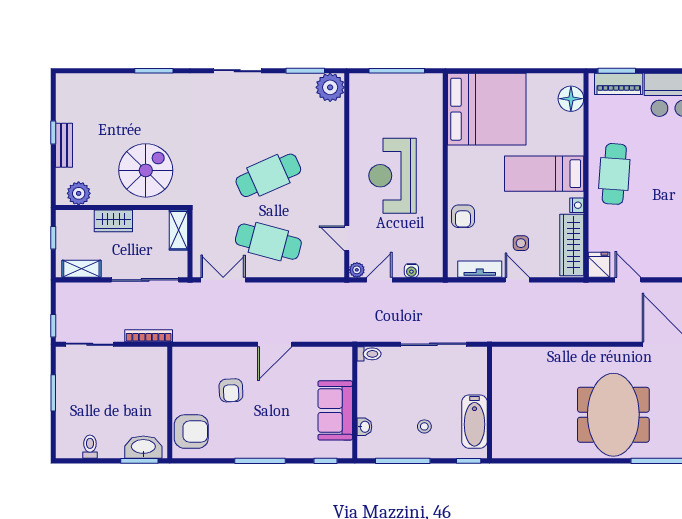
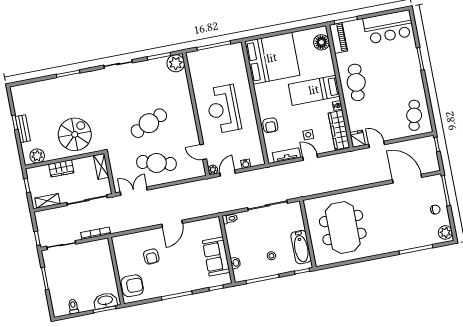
piano: (619, 84) -> (338, 38), moved, turned -90
meeting table: (613, 415) -> (343, 227), moved

